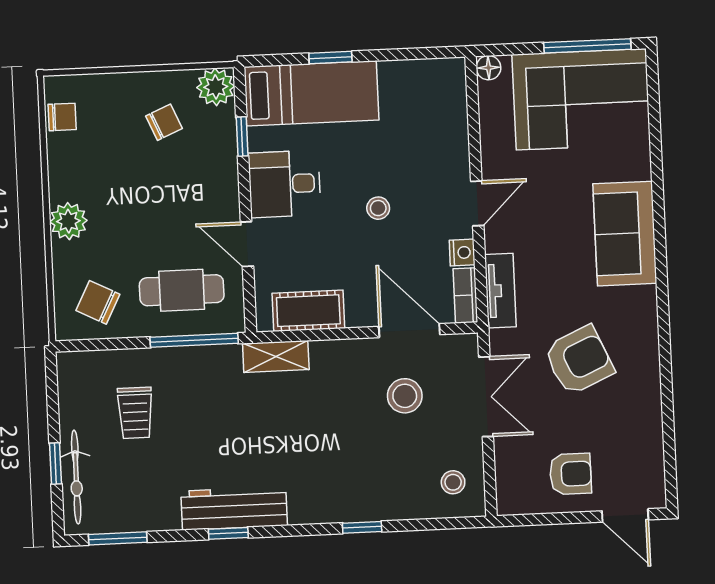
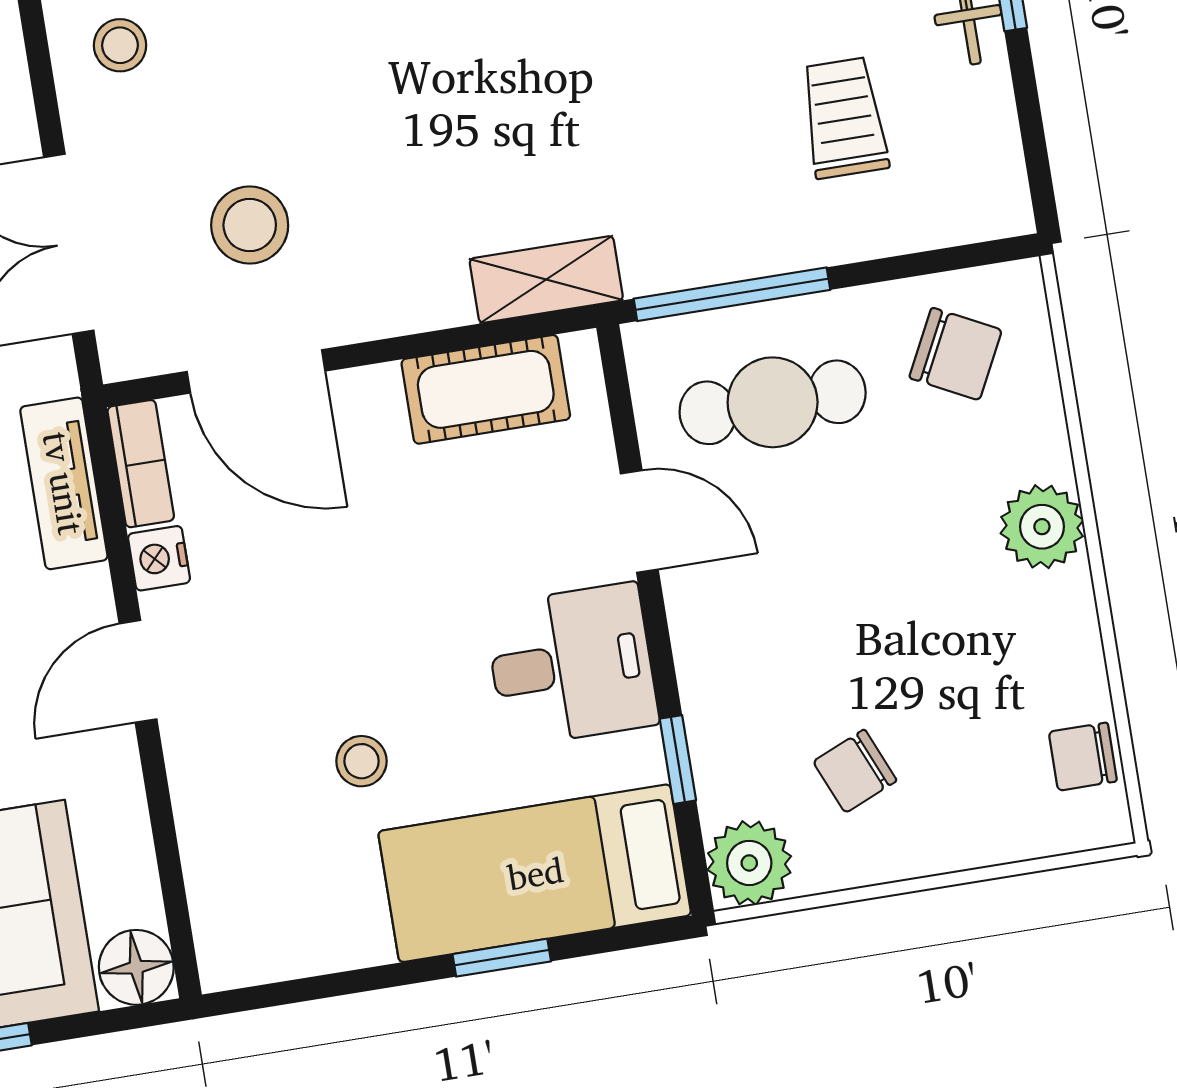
floor lamp: (488, 68) -> (136, 967), width x1.37, depth x1.37
stool: (378, 208) -> (362, 761), moved

